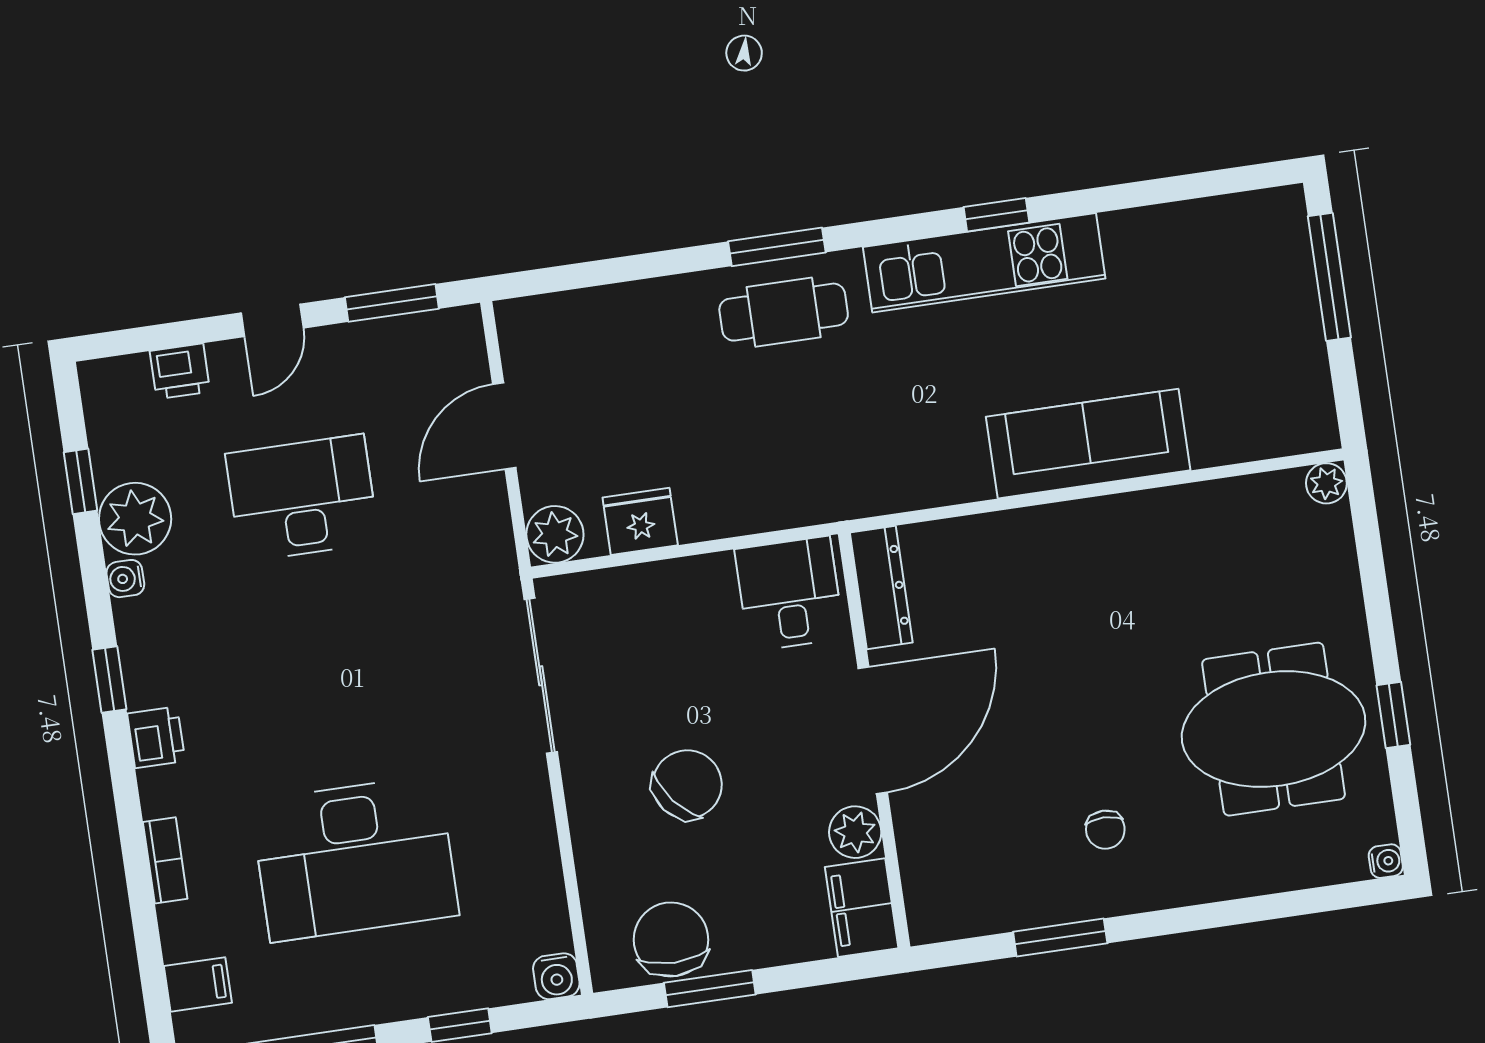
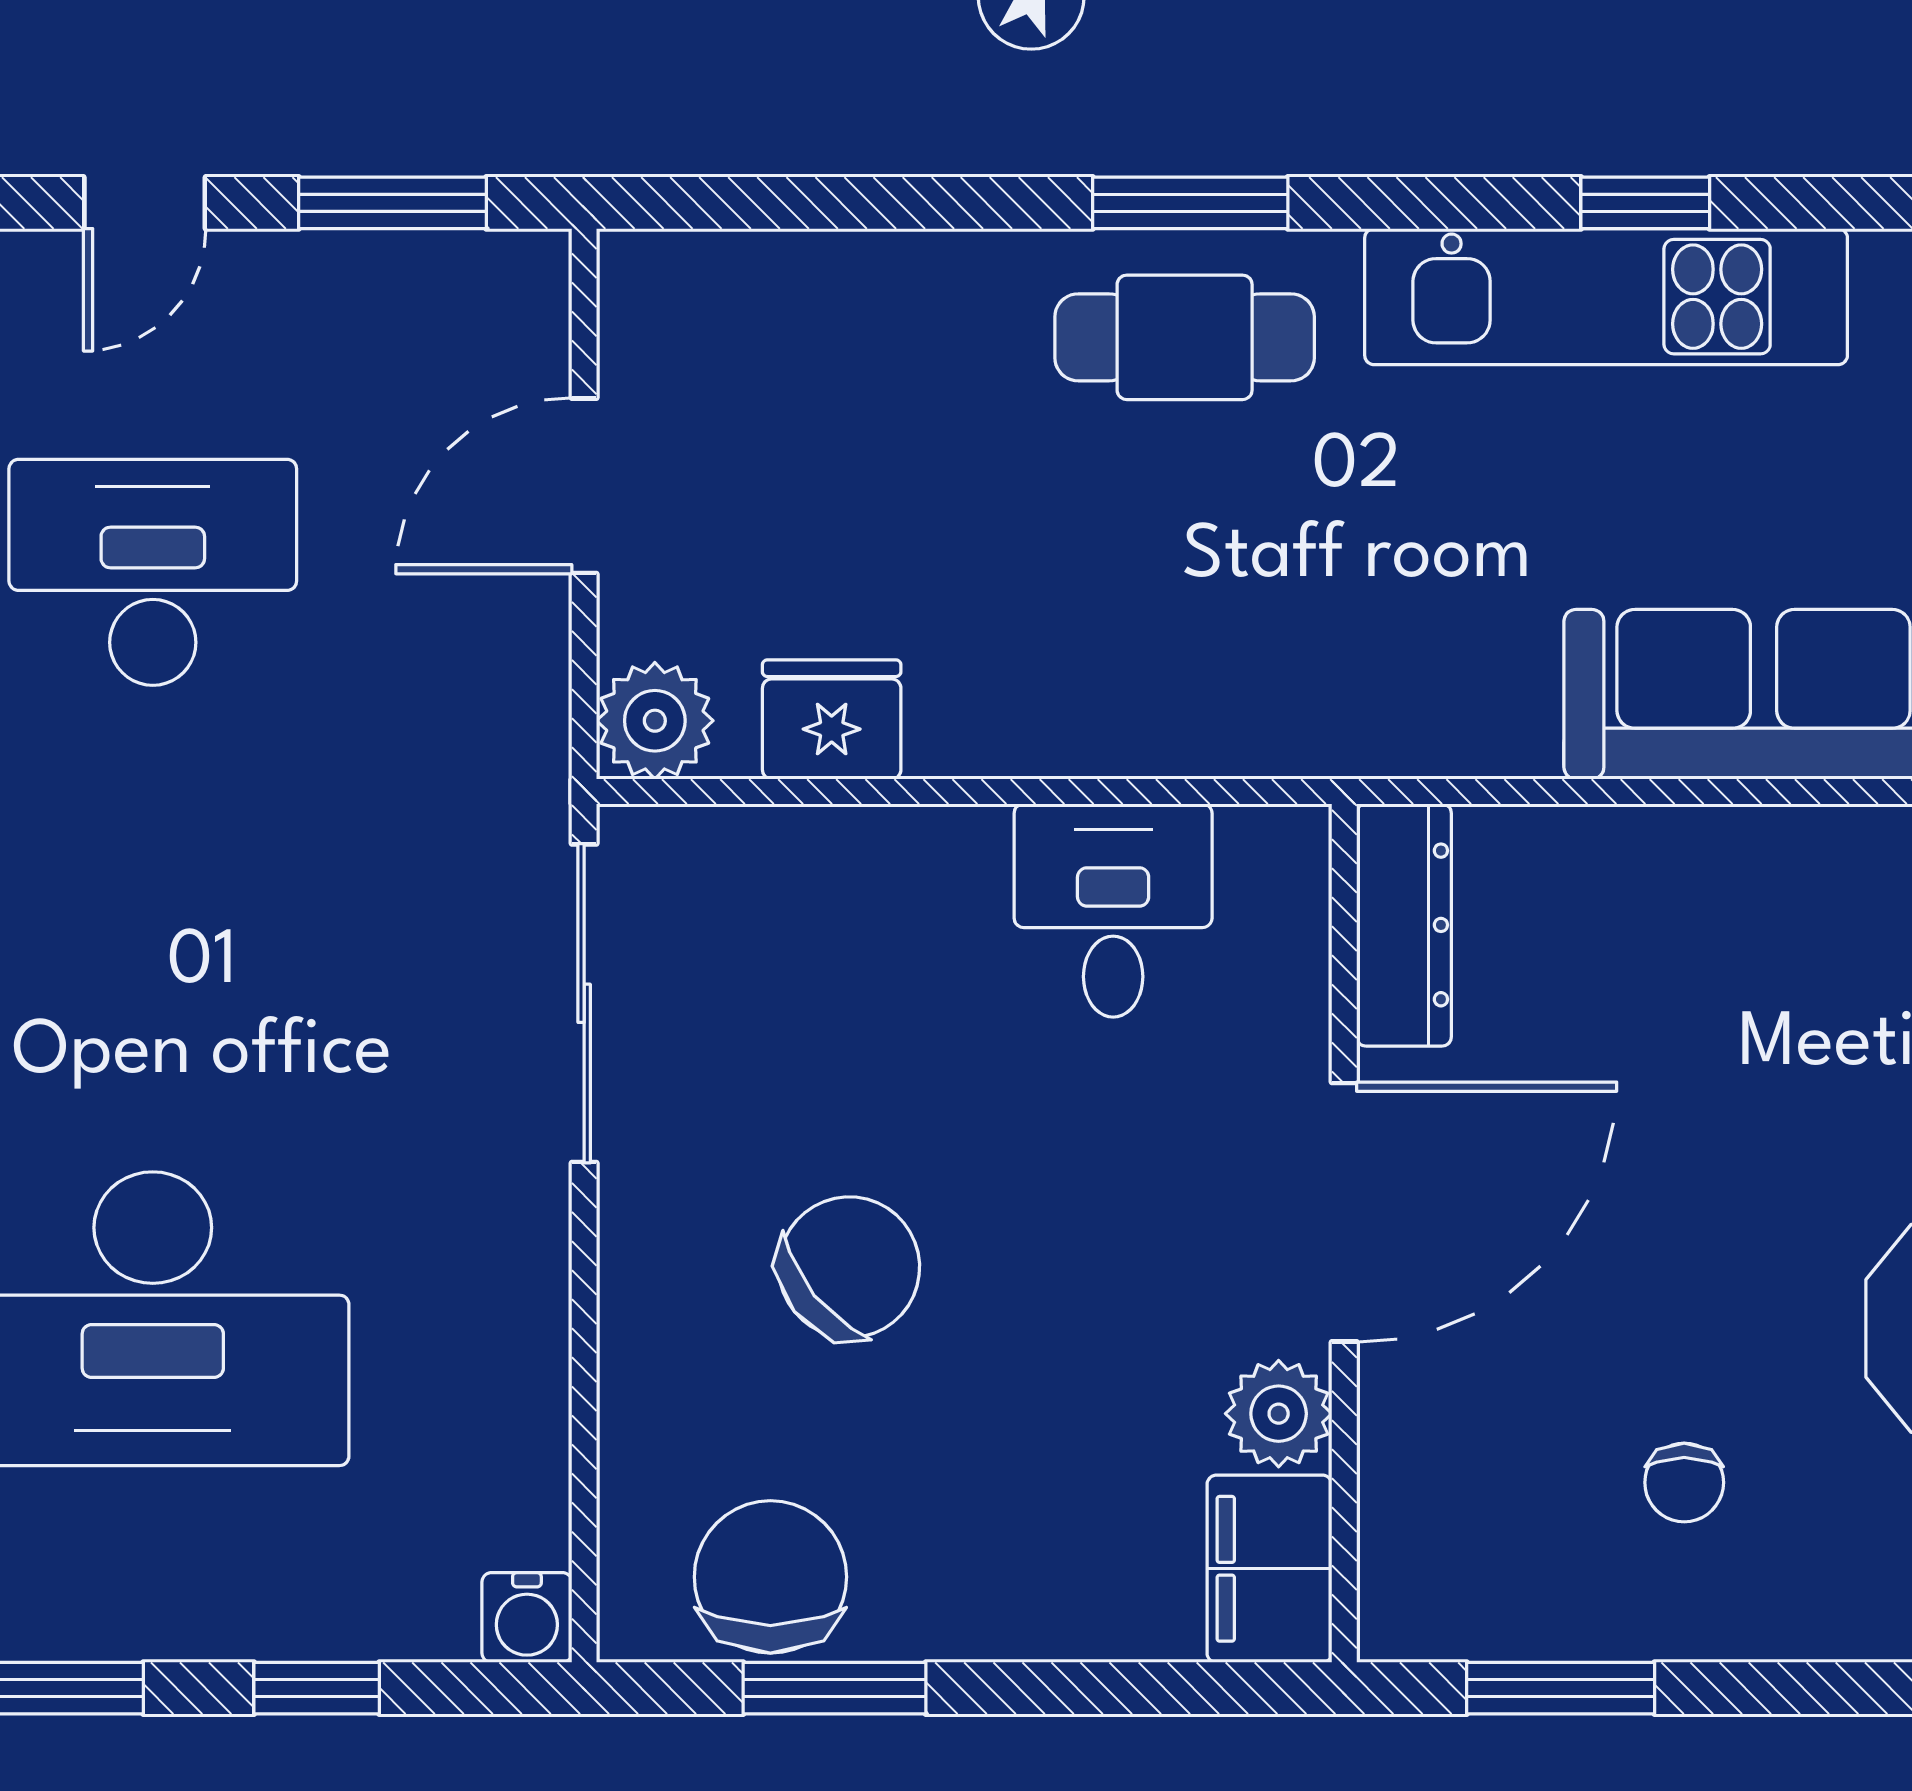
dresser: (881, 587) -> (1404, 925), moved
door: (873, 730) -> (1344, 1212), moved
wall: (874, 740) -> (1344, 1233), moved
plant: (855, 832) -> (1279, 1414), moved
filing cabinet: (862, 908) -> (1269, 1569), moved

